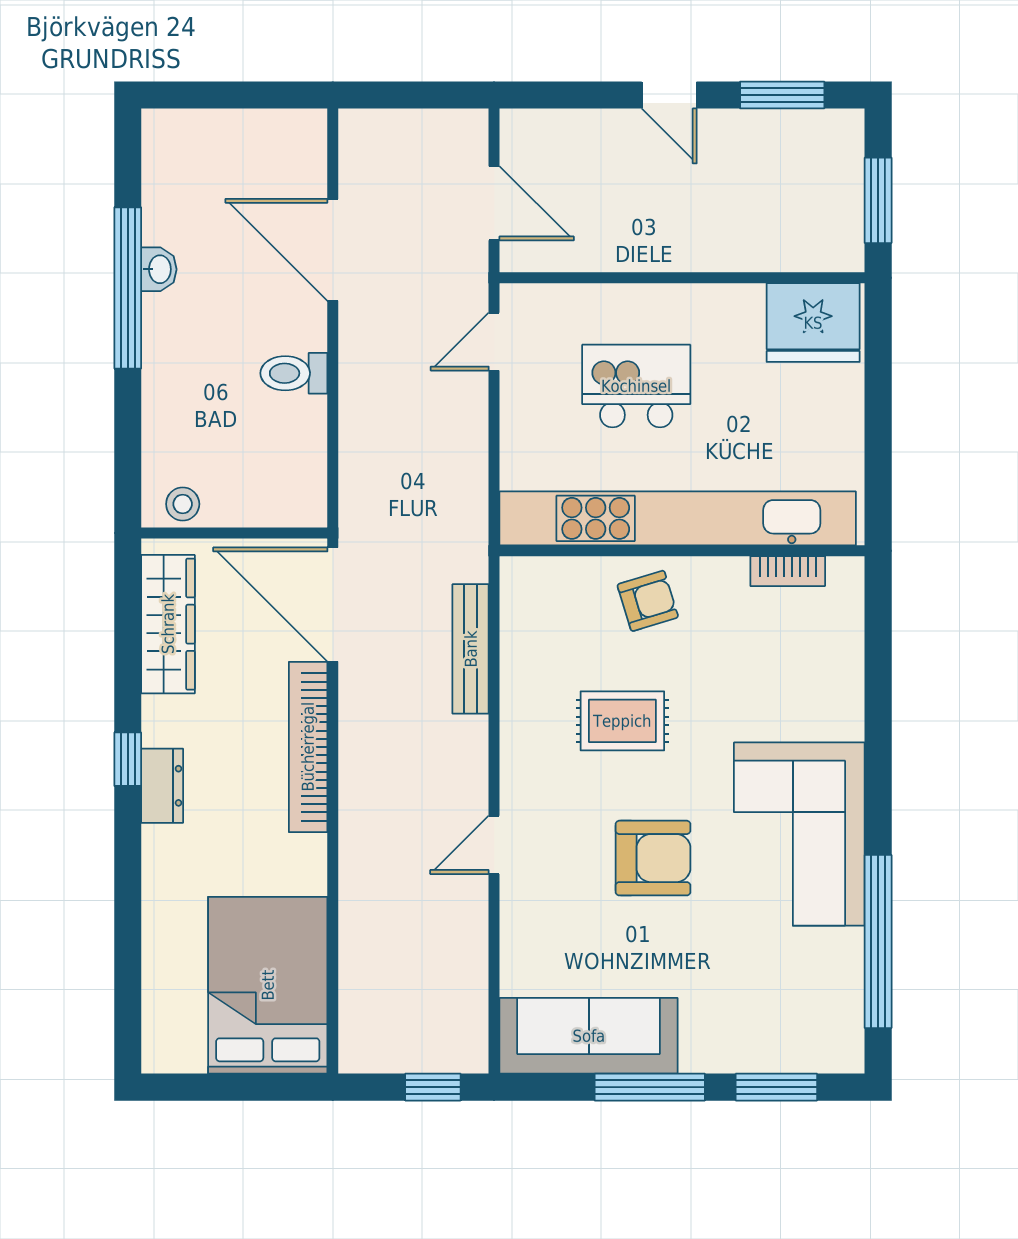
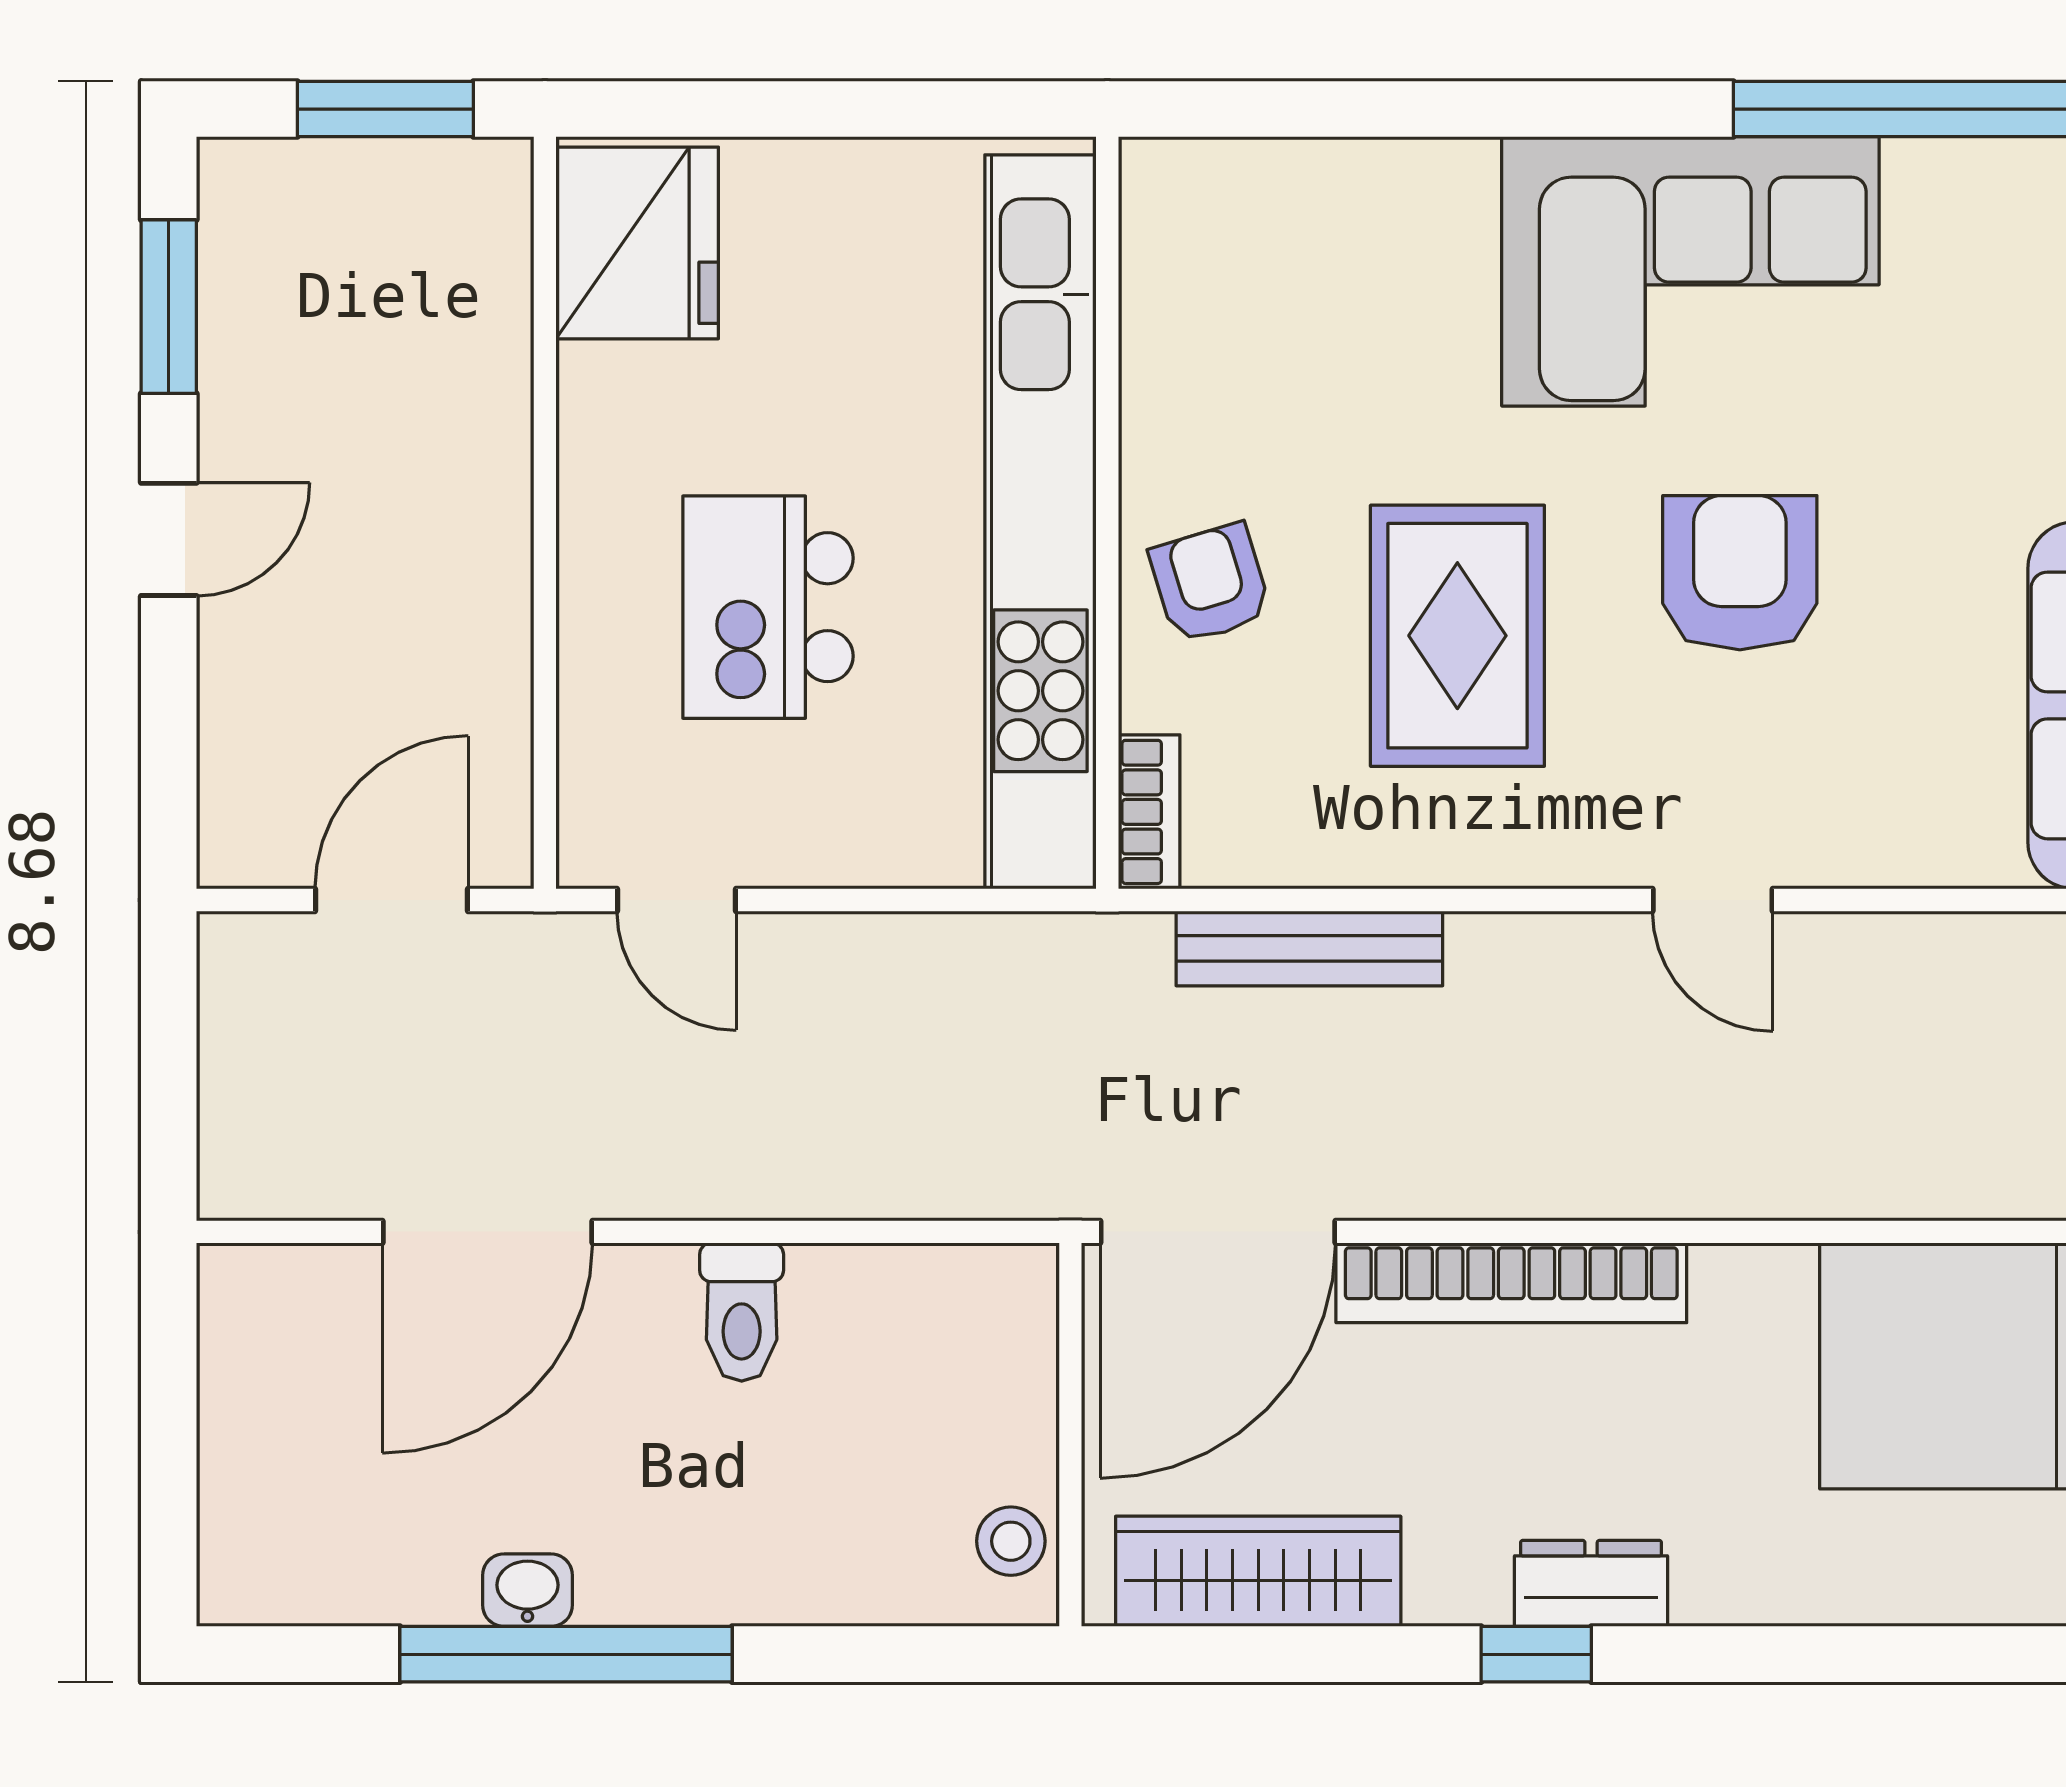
bookcase: (788, 571) -> (1149, 812), moved
rug: (622, 721) -> (1457, 636), width x1.36, depth x1.43

